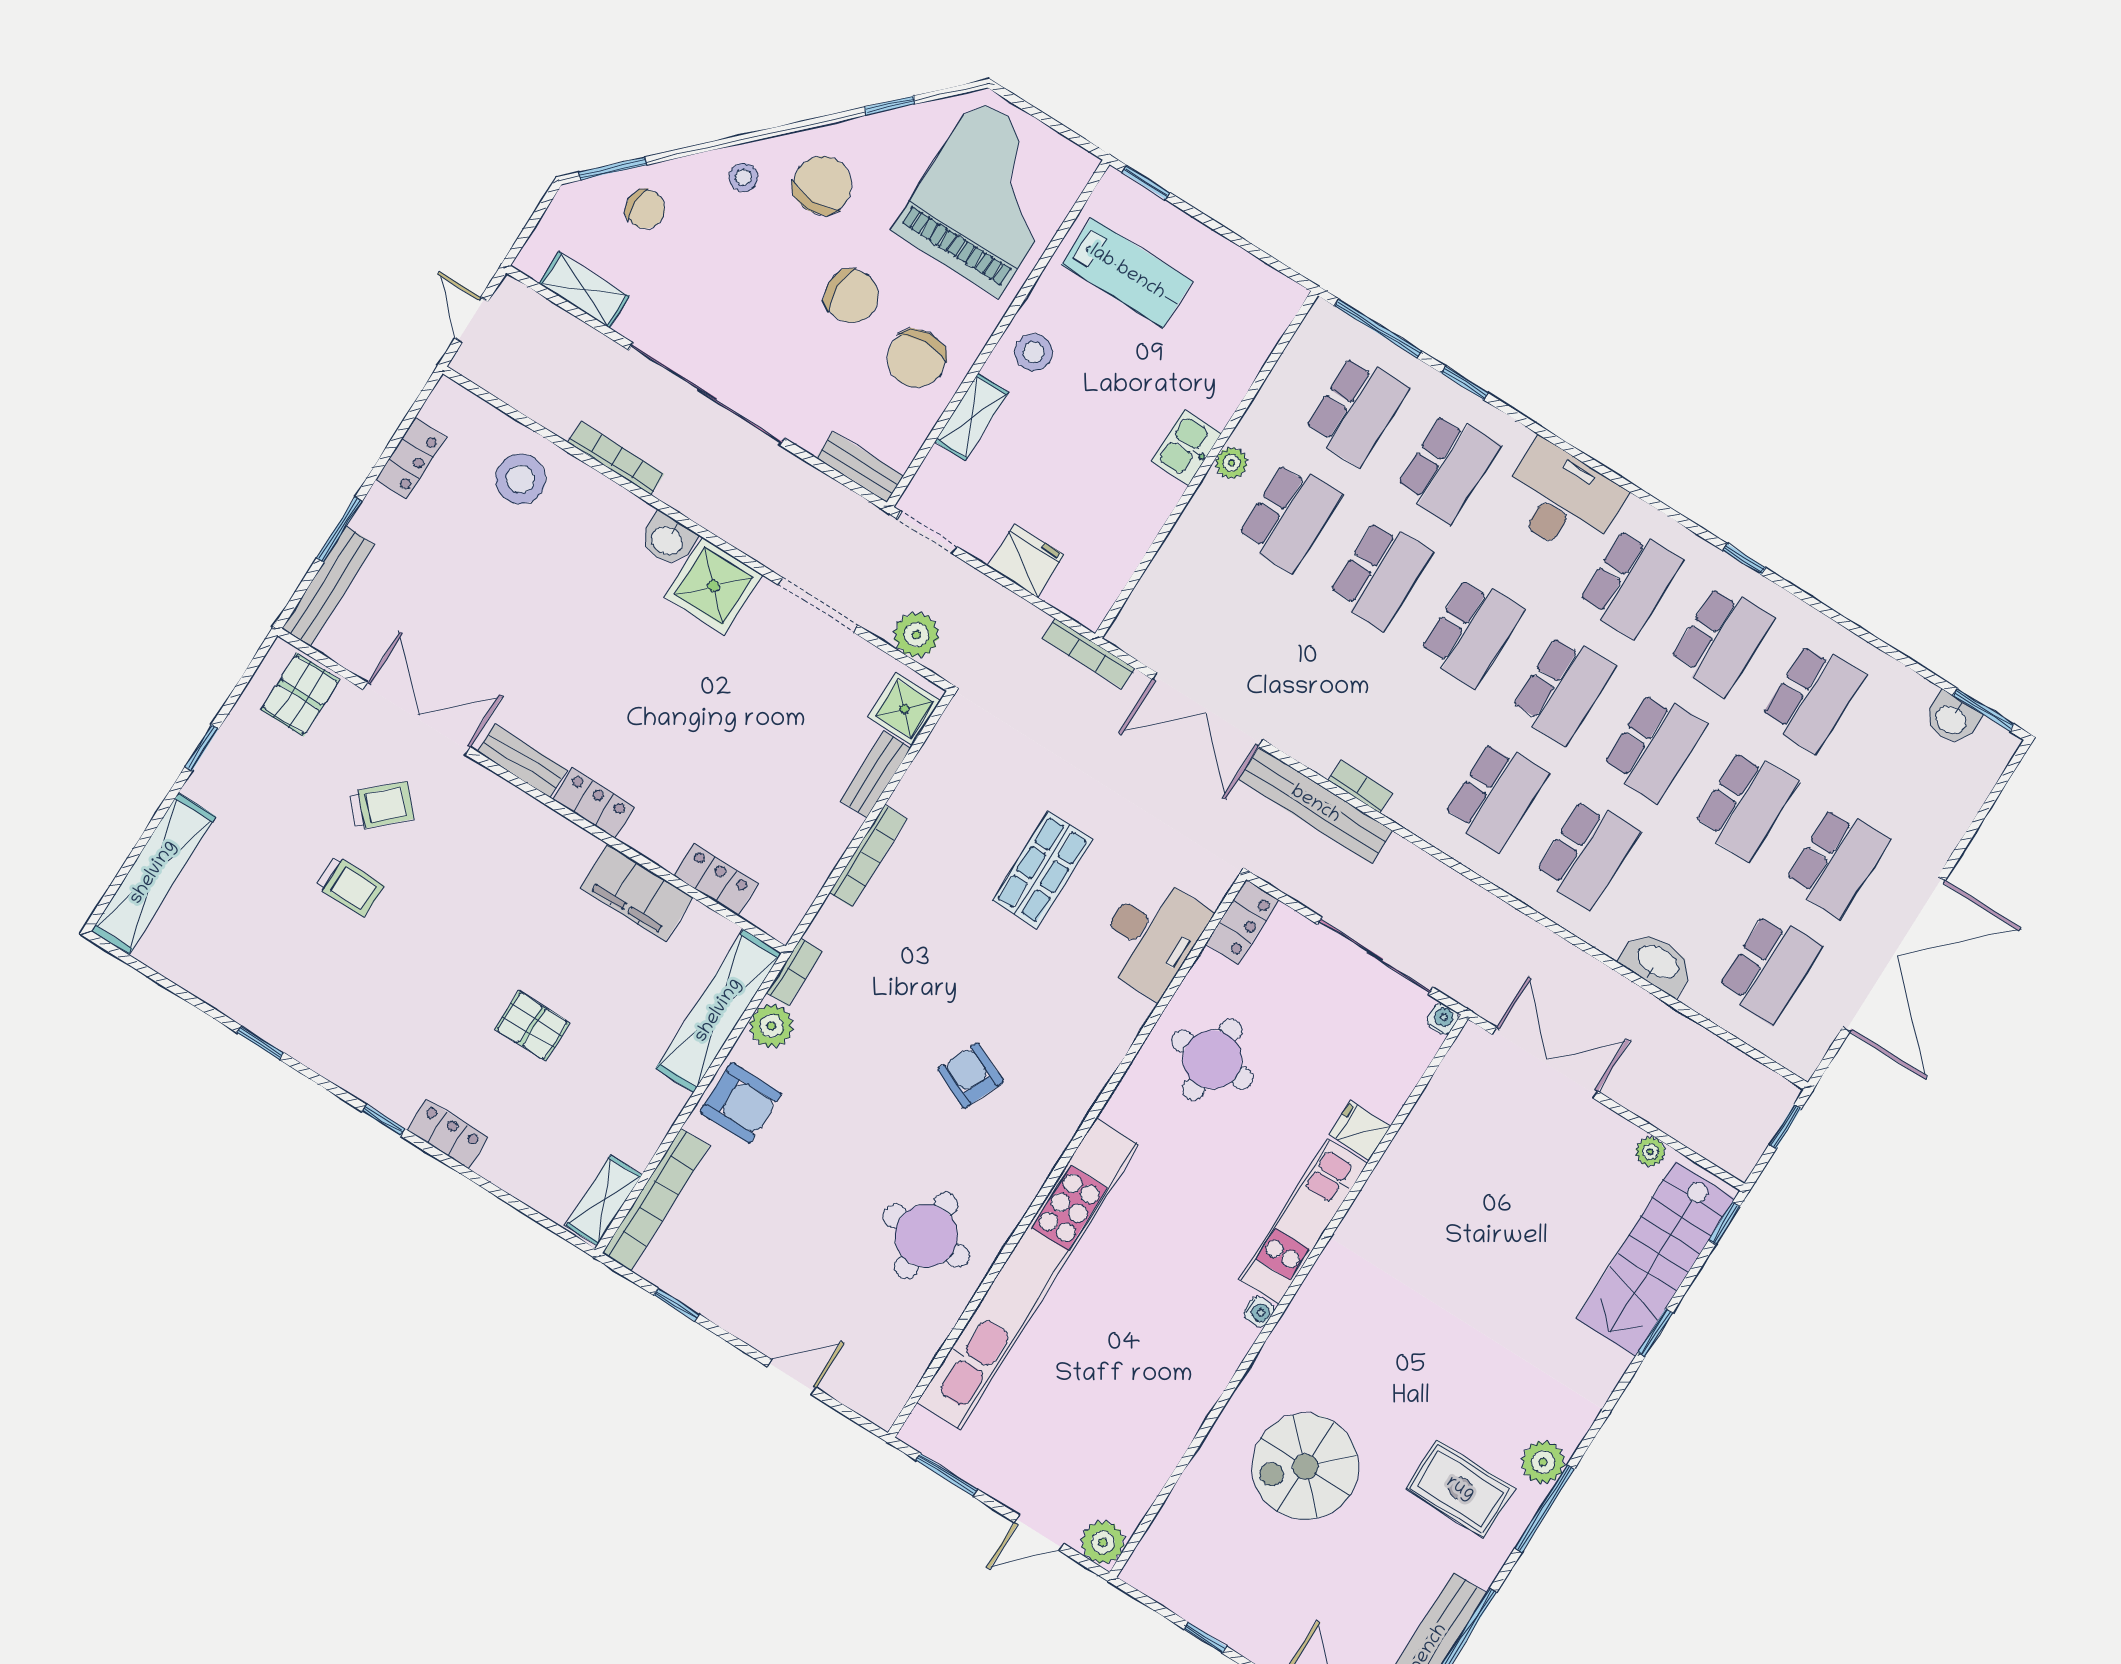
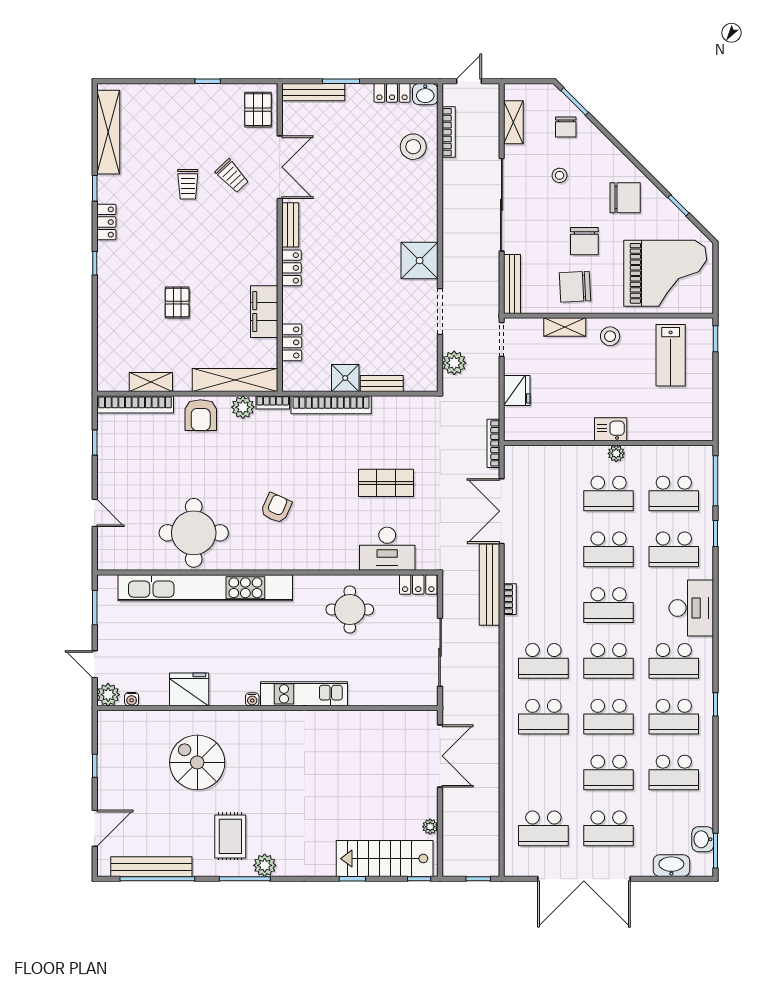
stool: (743, 177) -> (560, 175), moved
bookcase: (616, 458) -> (449, 132), moved
bench: (860, 467) -> (512, 284), width x1.36
washbasin: (668, 540) -> (425, 94), moved, turned -90
pallet: (300, 695) -> (258, 110), turned 90
shower: (904, 709) -> (345, 378), moved
bookcase: (868, 856) -> (331, 405), width x1.48, depth x1.31
shelving: (154, 873) -> (108, 132), moved, turned 90
washbasin: (1657, 963) -> (671, 866), moved, turned -90
water cooler: (1443, 1019) -> (132, 699), moved, turned 90
fridge: (1360, 1131) -> (189, 690), moved, width x1.88, depth x1.34
locker: (447, 1134) -> (106, 222), moved
shelving: (604, 1200) -> (151, 382), moved
round table: (926, 1236) -> (194, 533), width x1.36, depth x1.36

